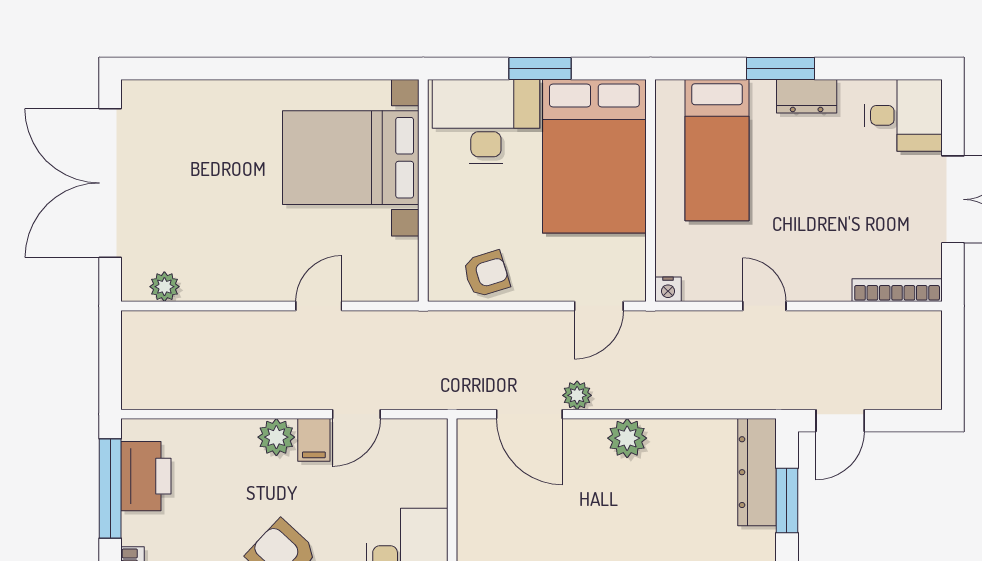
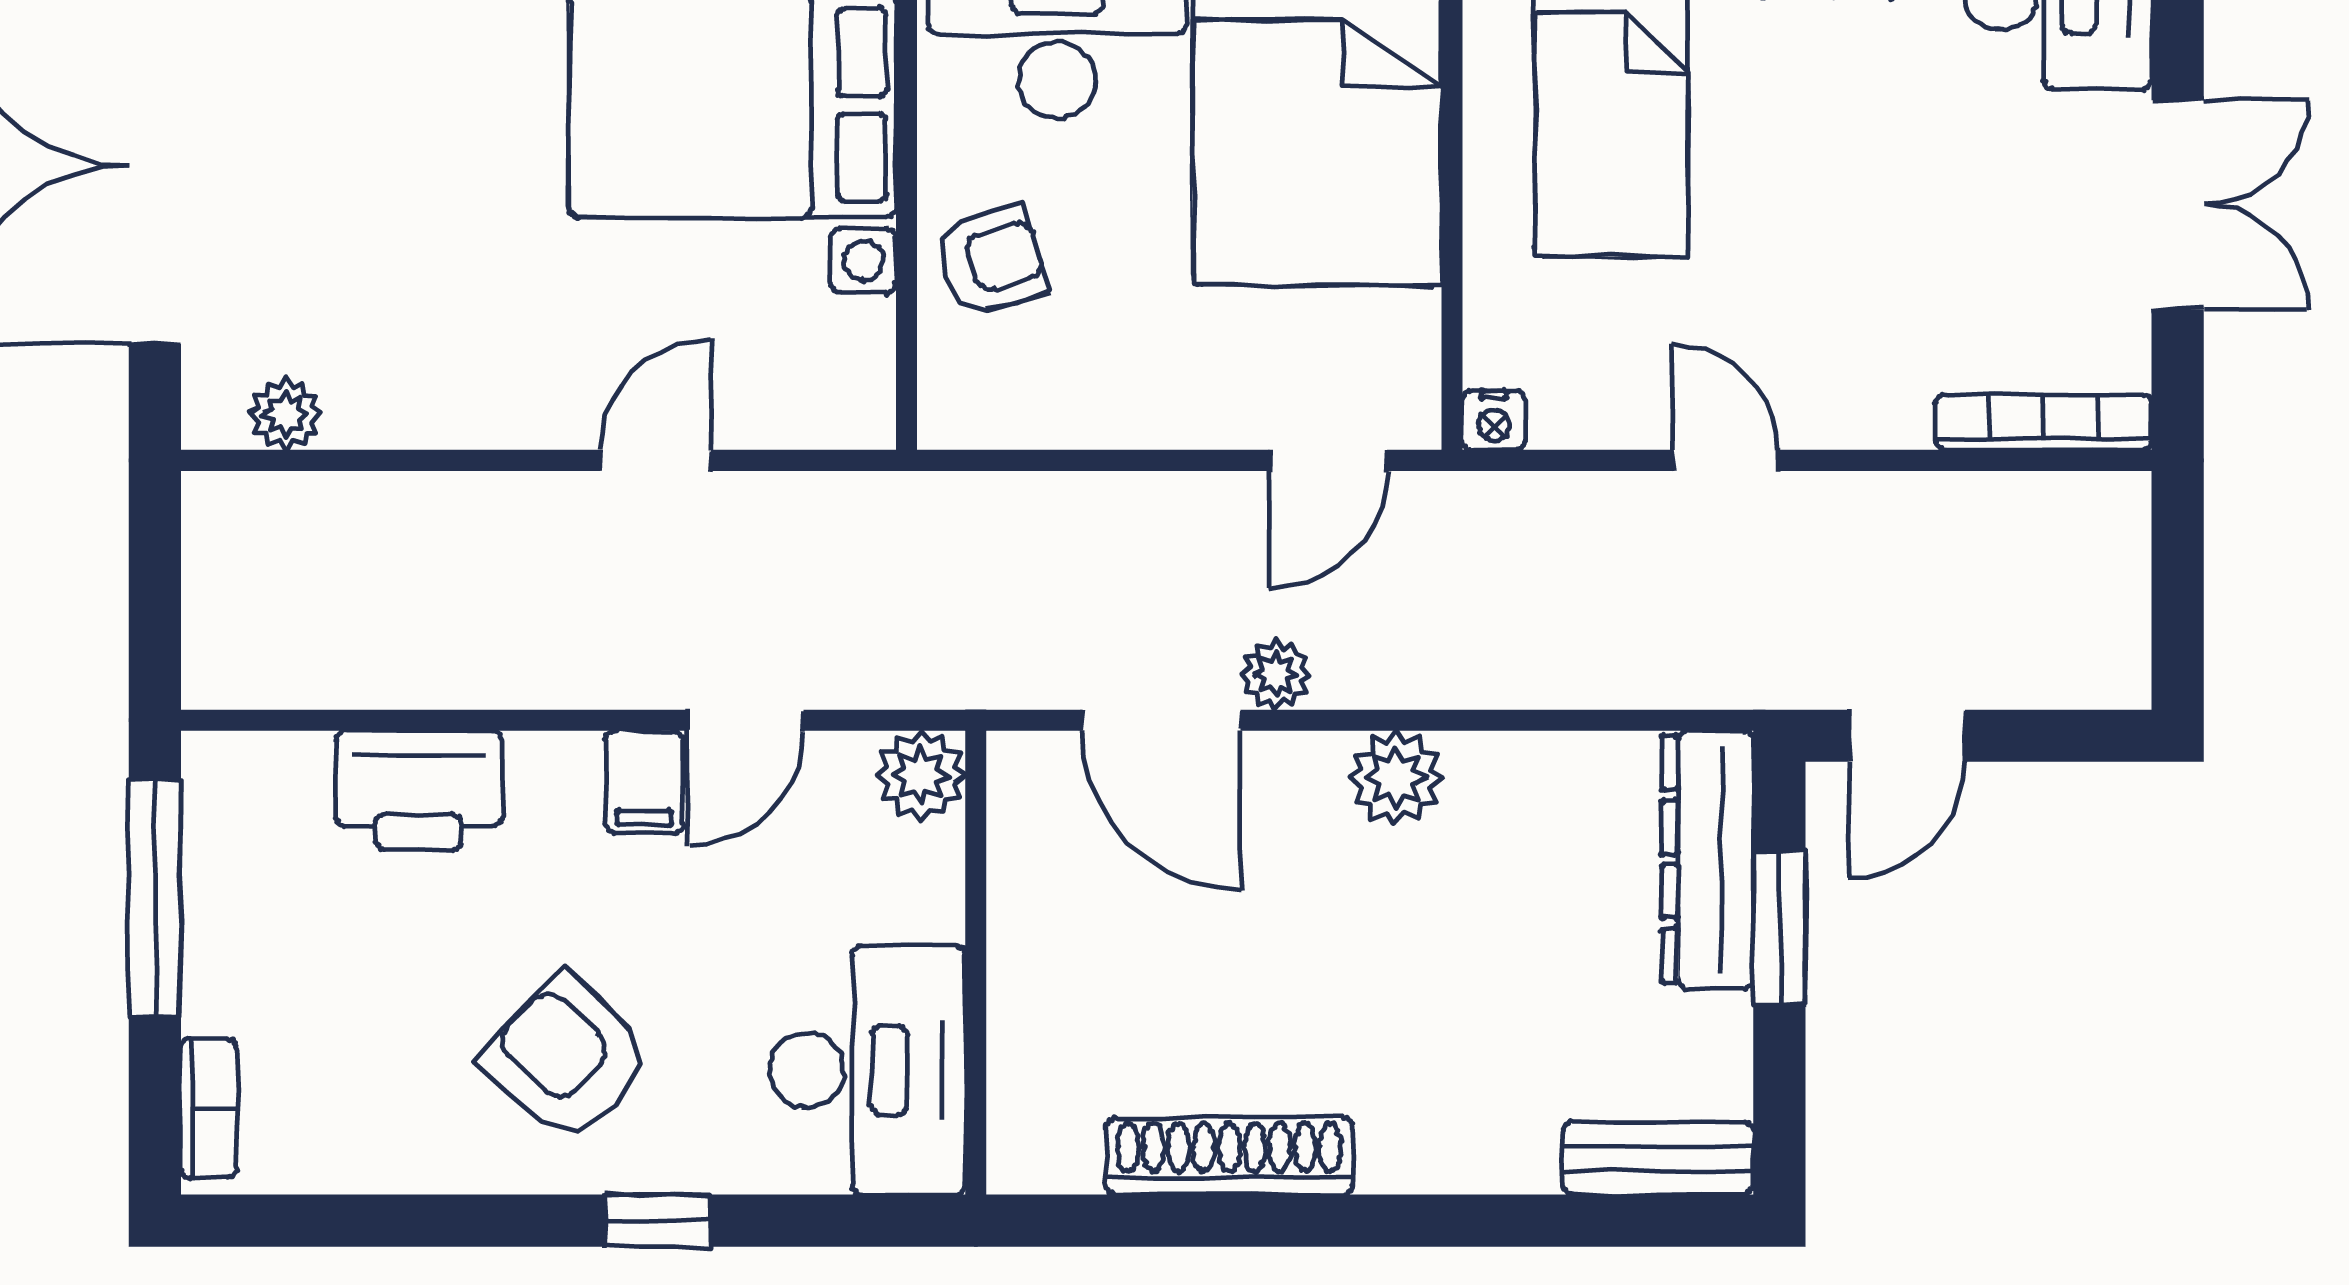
armchair: (486, 274) -> (991, 260), moved
plant: (276, 437) -> (921, 775), moved
printer: (146, 476) -> (419, 790), moved, turned 90

